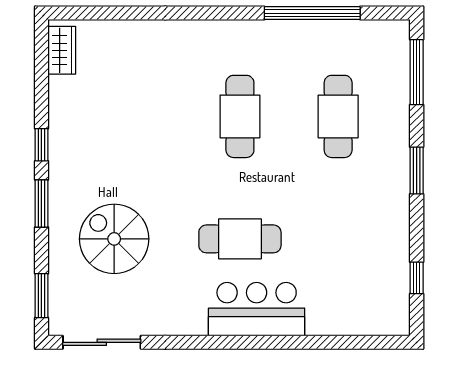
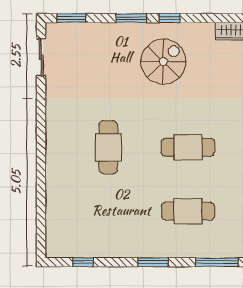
spiral stairs: (114, 239) -> (163, 62), moved
bar counter: (257, 309) -> (63, 158), removed
sliding door: (102, 342) -> (41, 57), width x0.73

